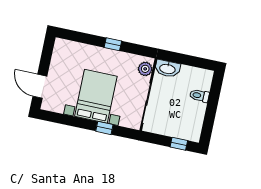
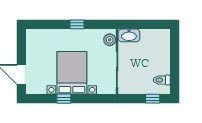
toilet: (199, 96) -> (162, 80), moved
window: (104, 128) -> (64, 99), moved

